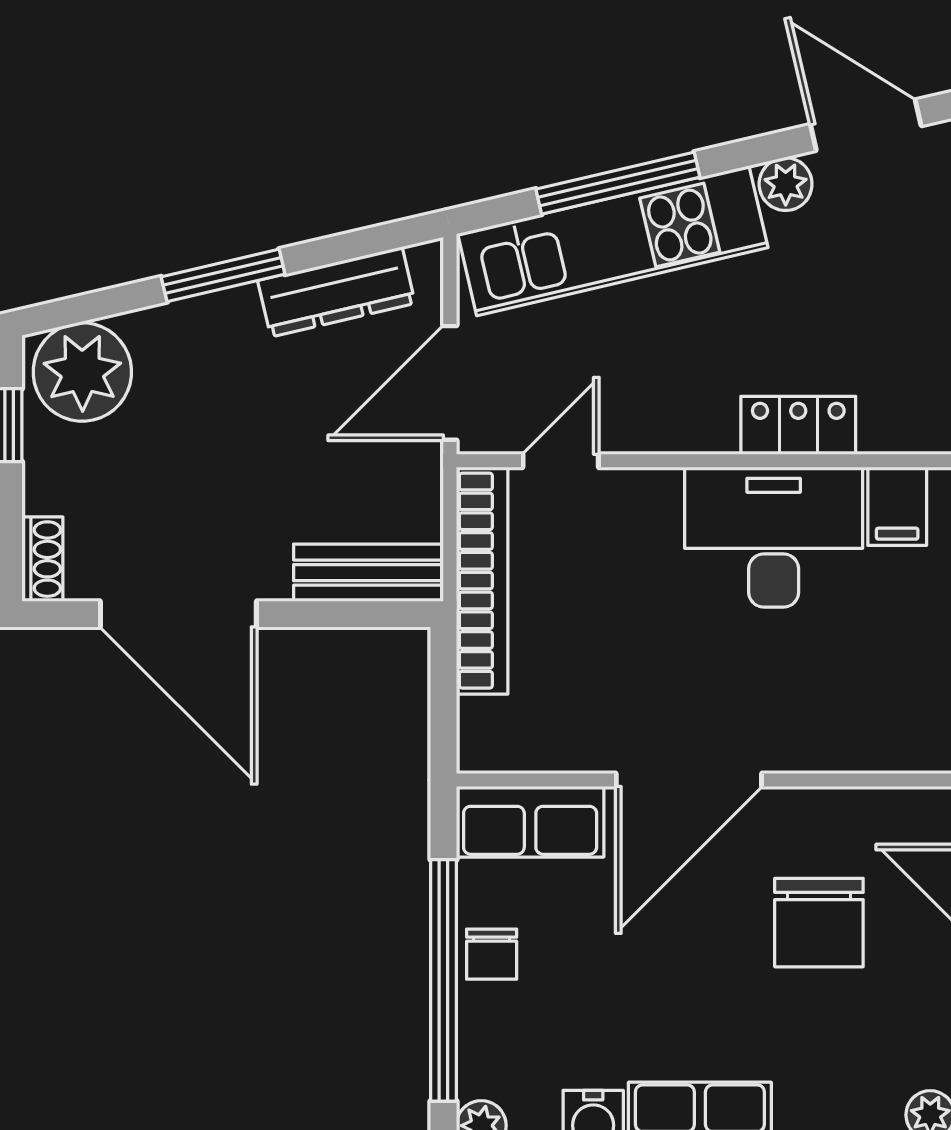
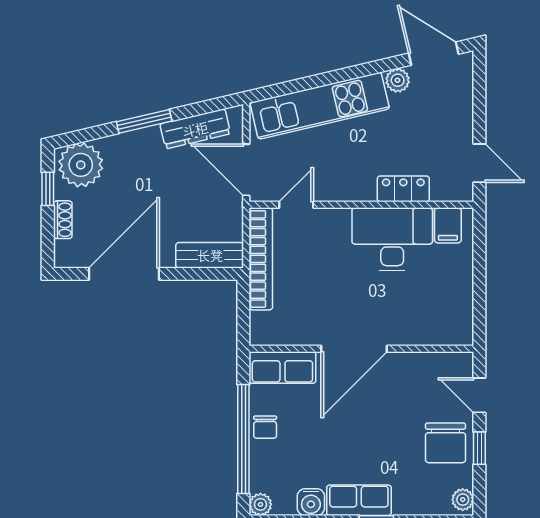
window: (618, 183) -> (322, 80), removed
door: (450, 383) -> (246, 170), hinge flipped
shoe rack: (42, 559) -> (63, 220), moved
door: (178, 614) -> (124, 274), swing flipped
chair: (819, 923) -> (446, 443), moved

